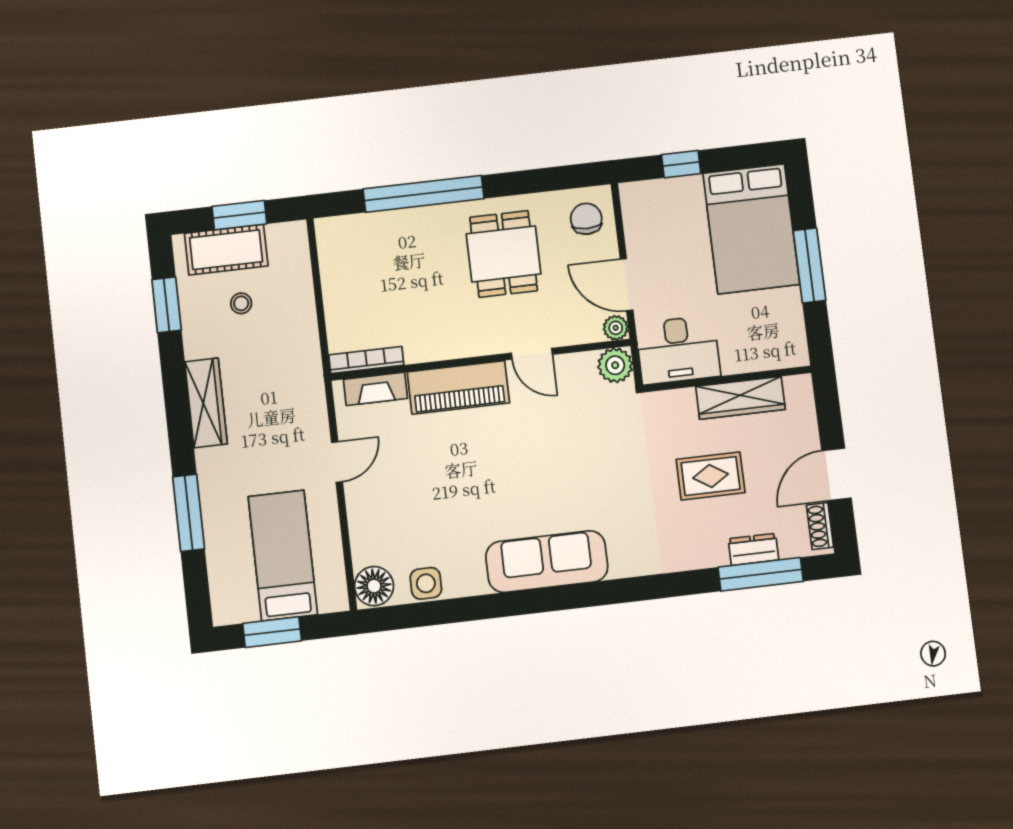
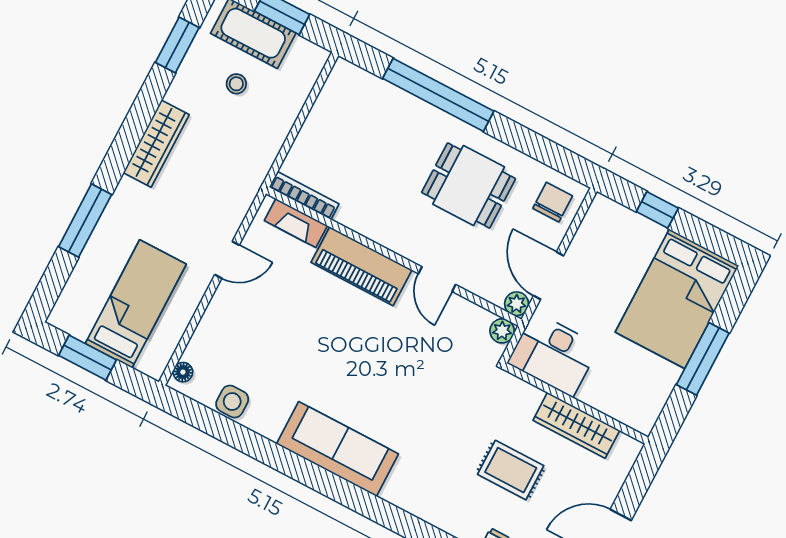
dining table: (504, 254) -> (469, 185), turned 90
plant: (615, 365) -> (502, 331), width x0.73, depth x0.73
floor lamp: (374, 586) -> (183, 372), width x0.53, depth x0.53

